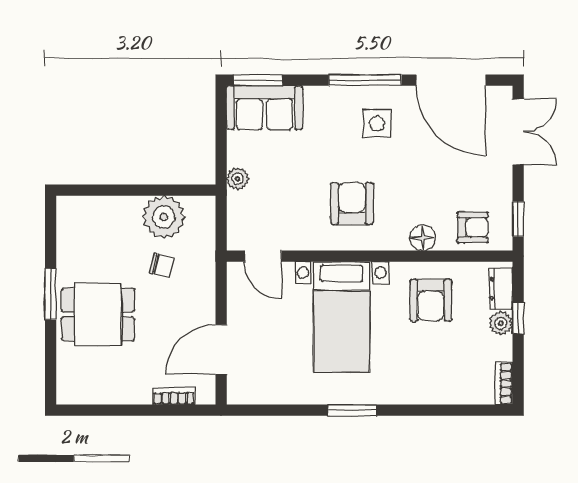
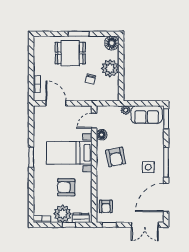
sofa: (265, 108) -> (147, 115), moved, turned -90
armchair: (352, 203) -> (116, 157), turned 79
floor lamp: (73, 213) -> (112, 43), added
plant: (164, 217) -> (110, 68), moved
floor lamp: (423, 238) -> (102, 135), moved
armchair: (431, 300) -> (66, 187), moved
dining table: (98, 314) -> (70, 53), turned 90
plant: (501, 323) -> (63, 214), width x1.88, depth x1.88

